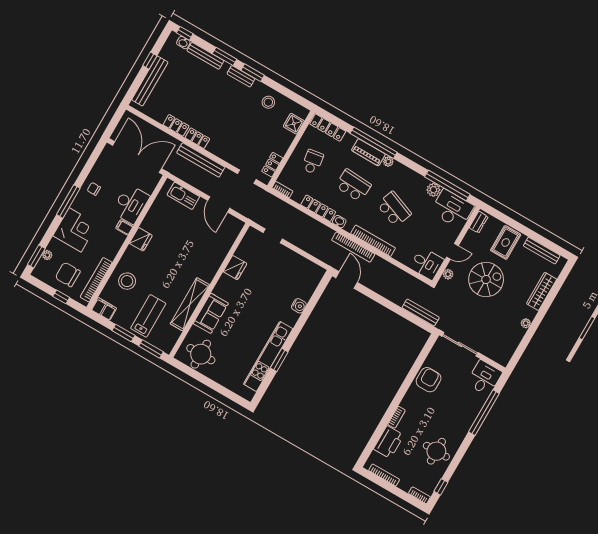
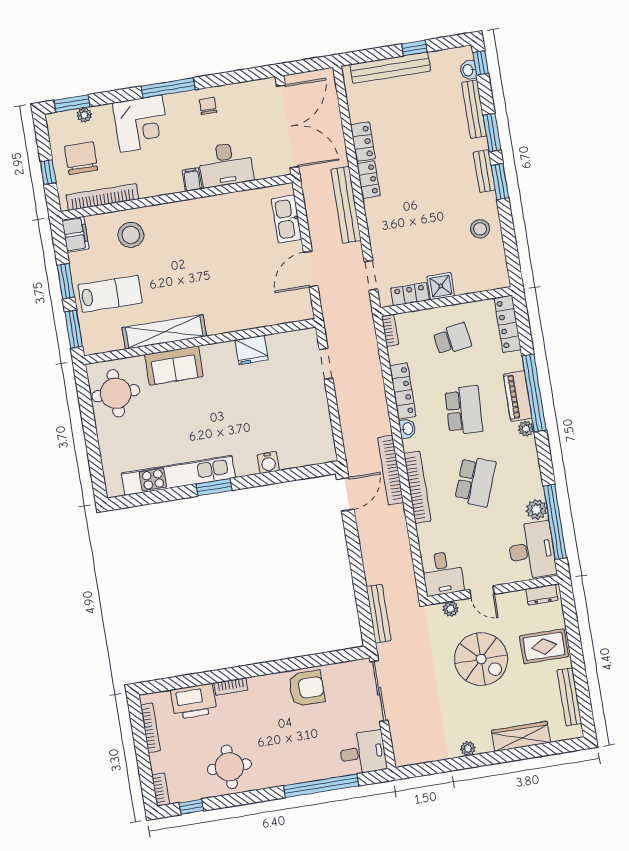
shower: (294, 124) -> (441, 286), moved
fridge: (141, 239) -> (194, 211), removed
window: (279, 360) -> (214, 487), moved

